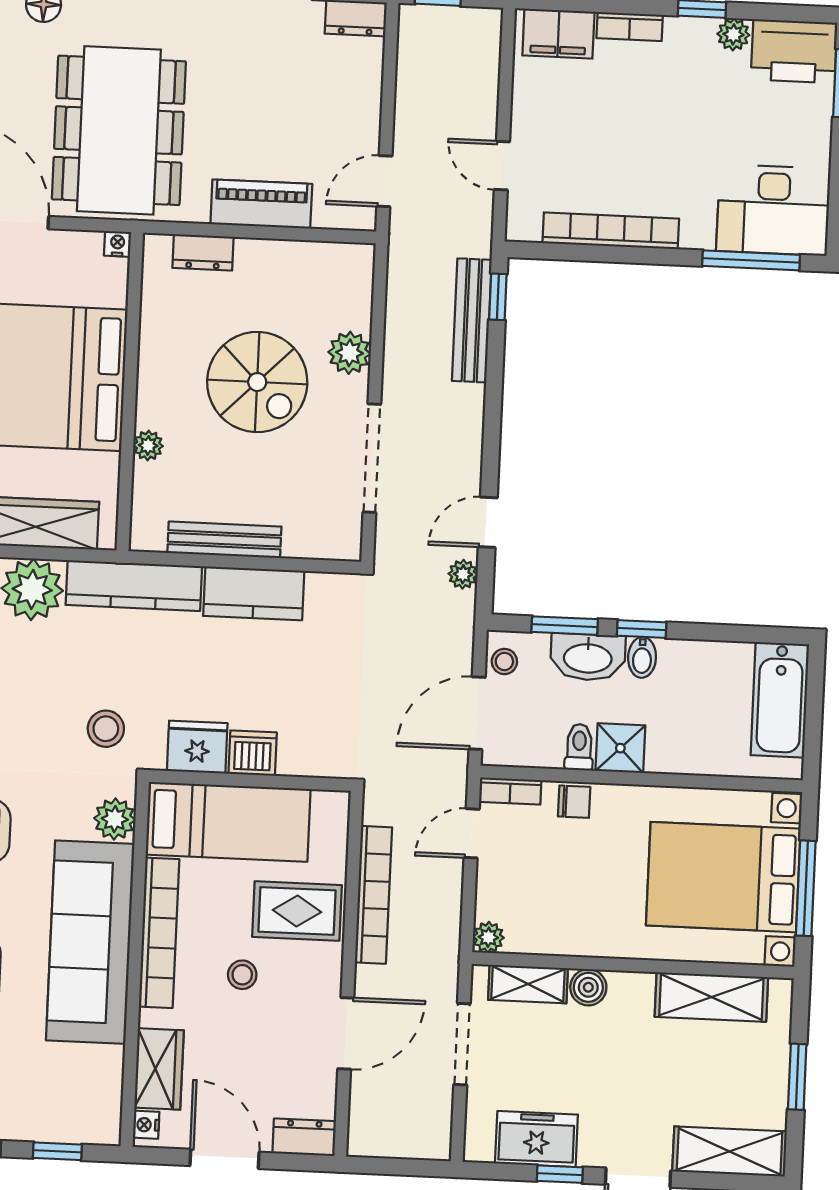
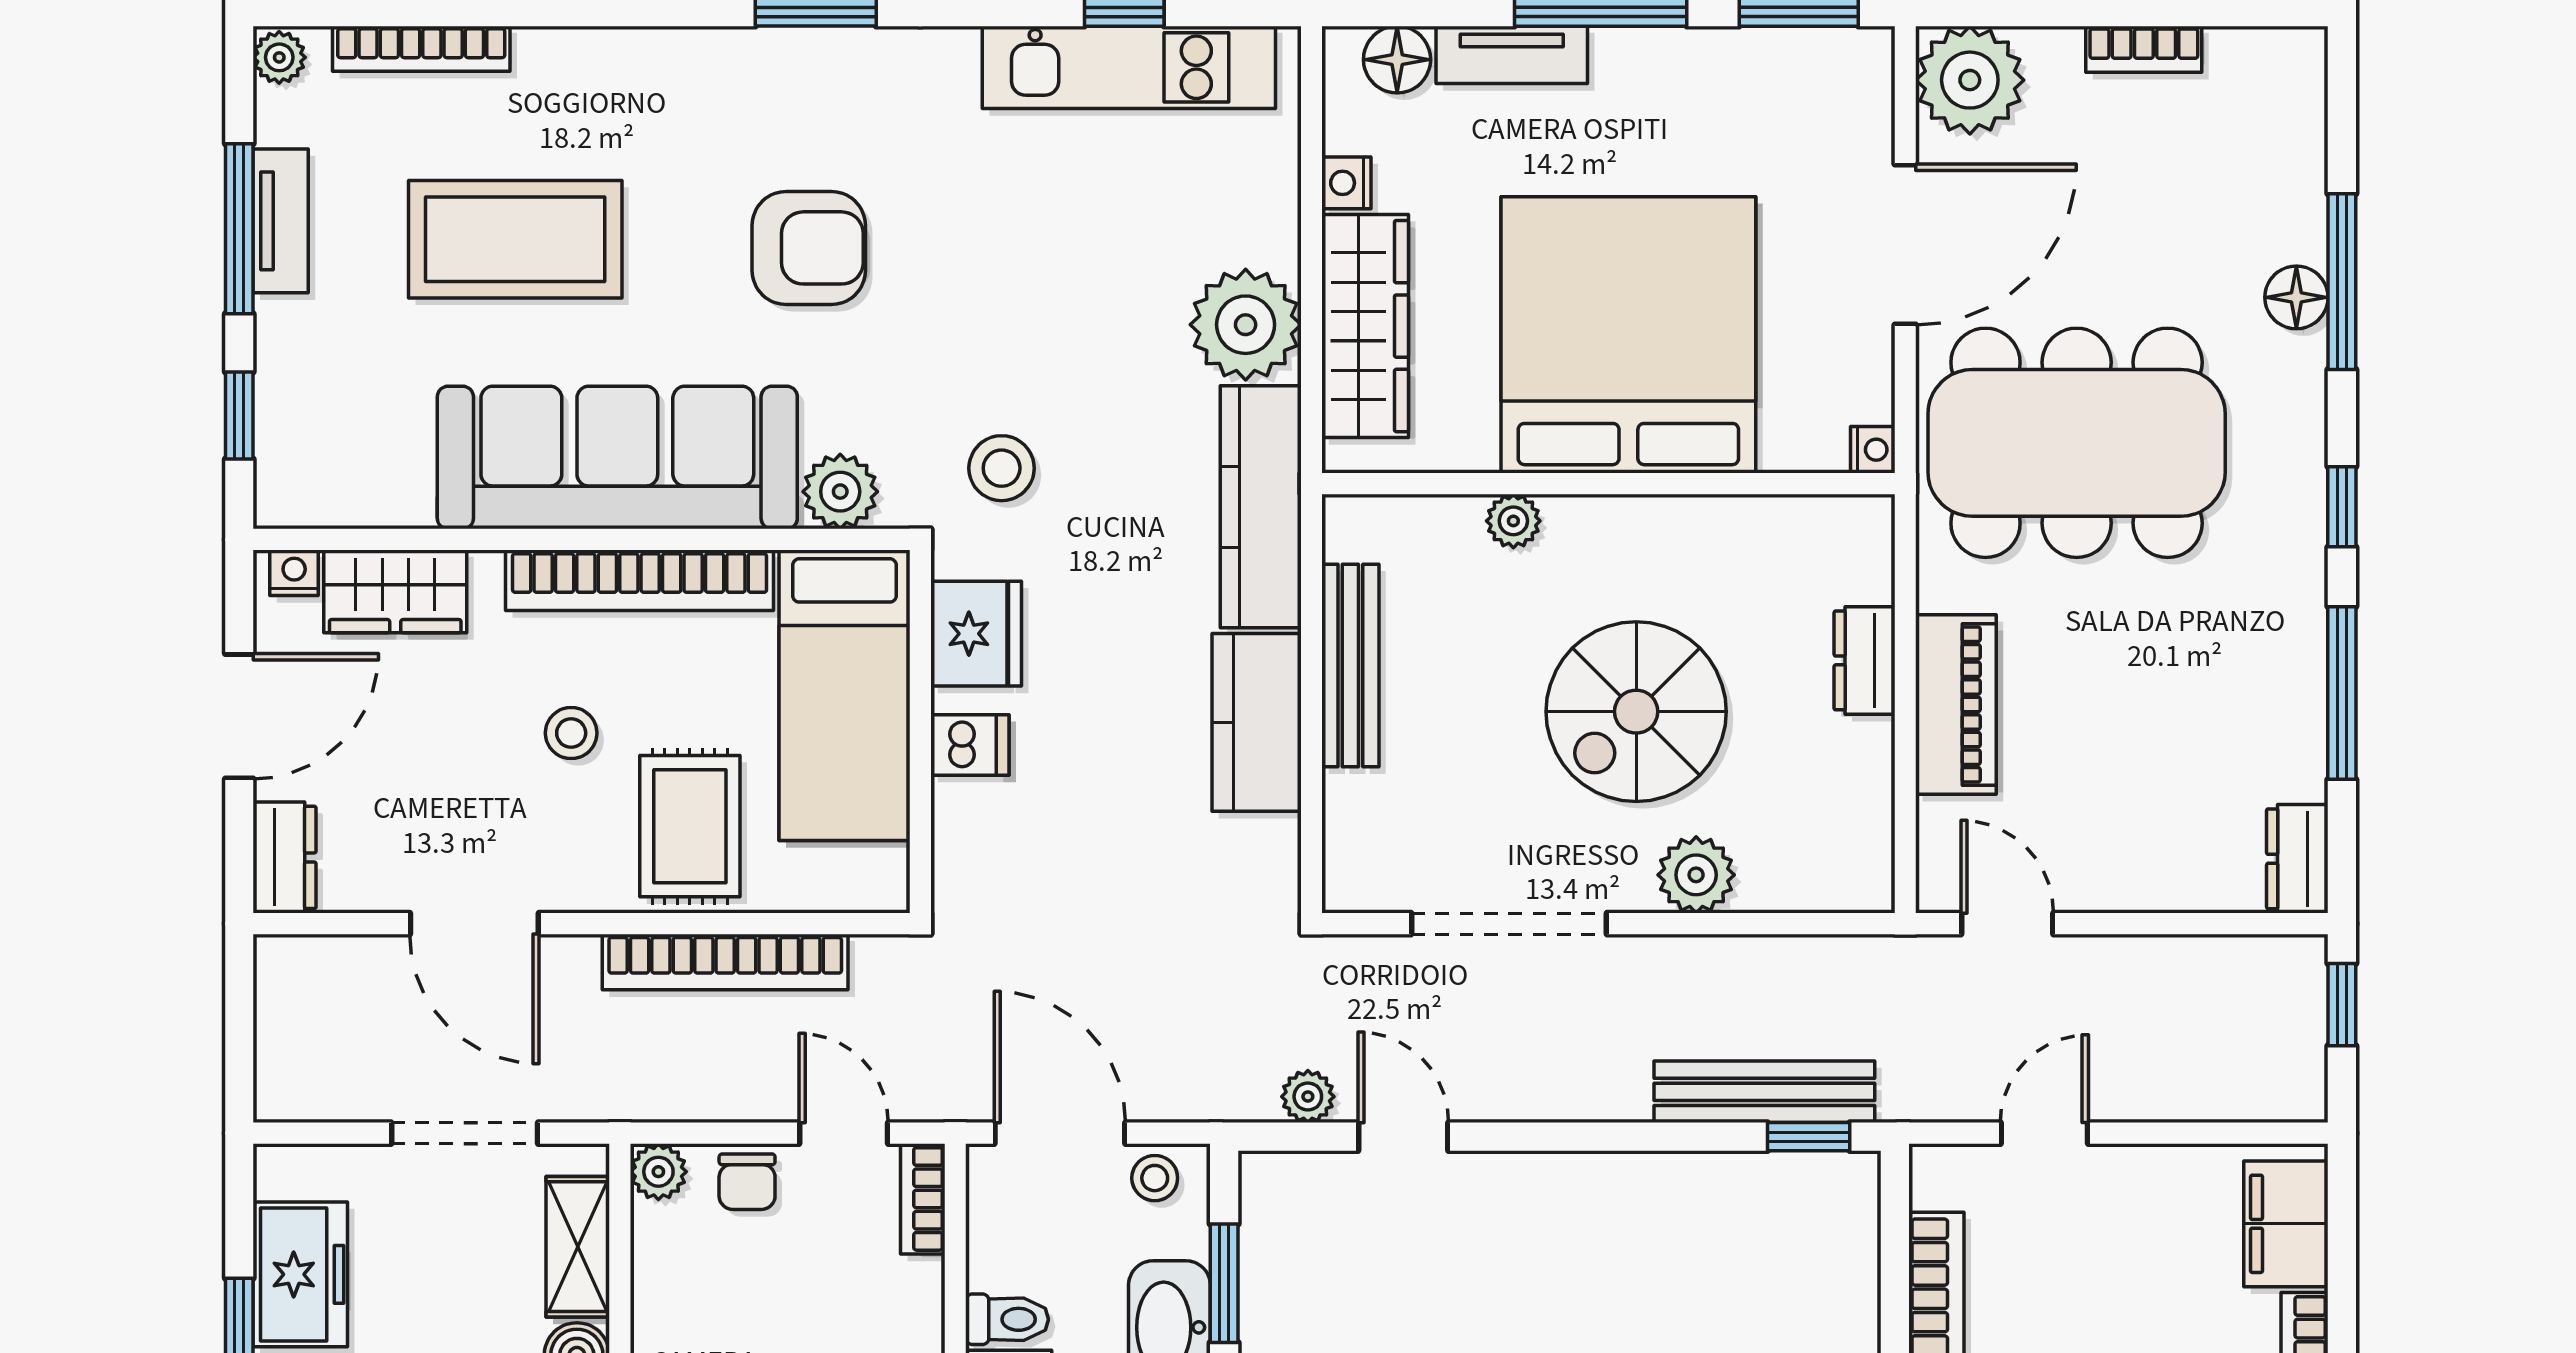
dresser: (203, 252) -> (1865, 660), moved
dishwasher: (253, 753) -> (970, 745), width x0.73
chair: (574, 802) -> (747, 1182), moved

